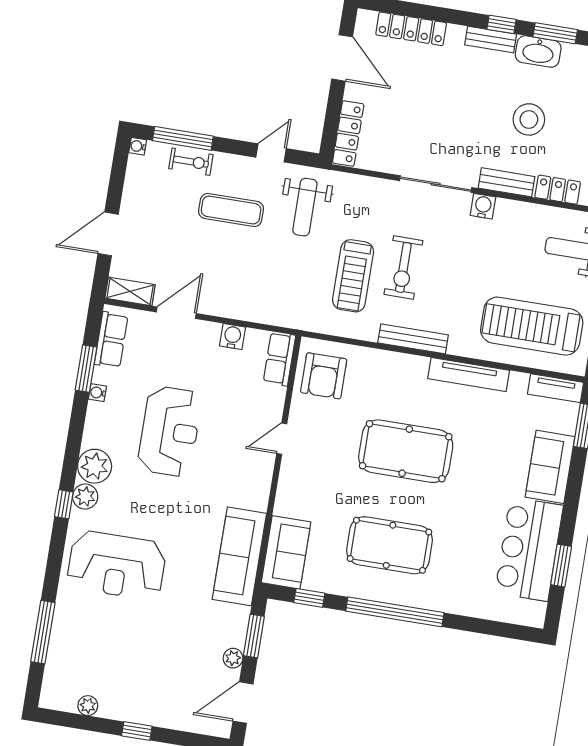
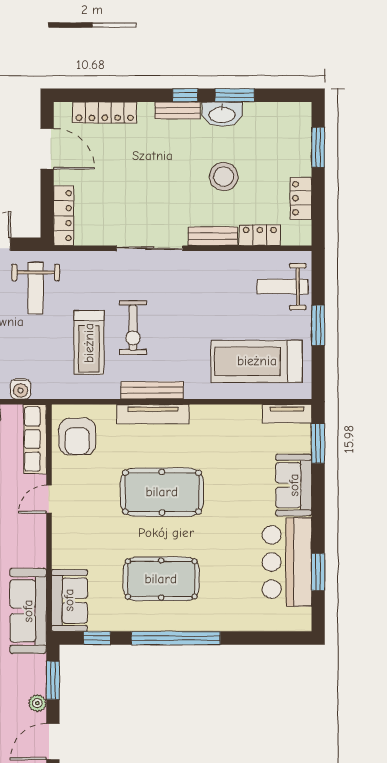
water cooler: (483, 206) -> (21, 389), moved, turned 180
row of seats: (279, 359) -> (35, 439), width x1.48
tv unit: (469, 374) -> (153, 414), moved

